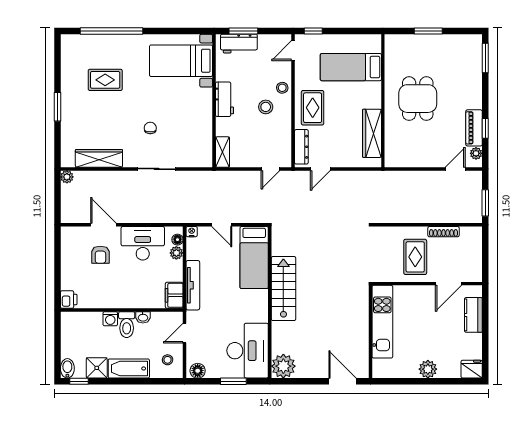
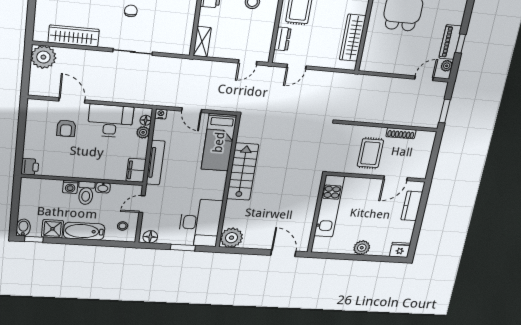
dresser: (301, 147) -> (282, 39), width x0.70
plant: (67, 177) -> (43, 57), width x1.88, depth x1.88

